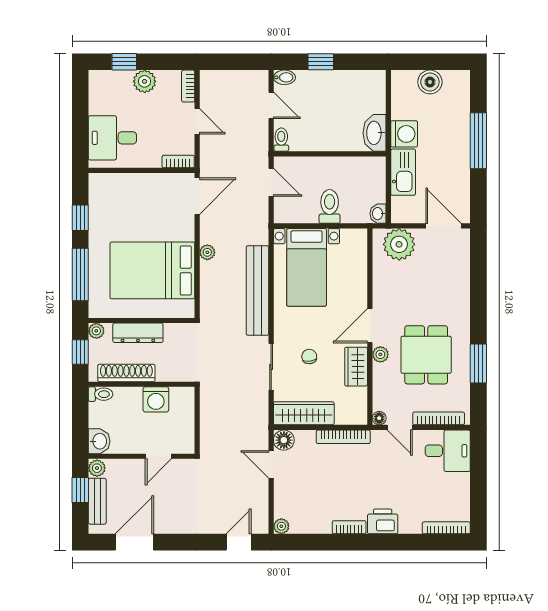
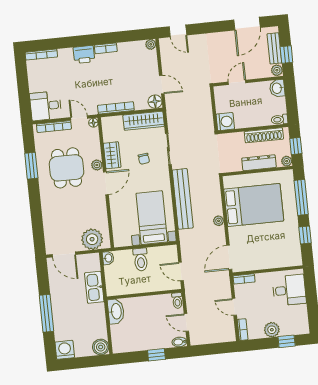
boiler: (430, 82) -> (101, 347), moved
washing machine: (404, 134) -> (65, 350), moved, turned 90
washing machine: (156, 399) -> (225, 122), moved, turned 90
door: (239, 542) -> (178, 31), hinge flipped

